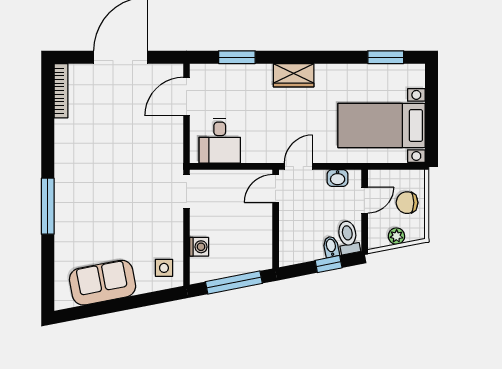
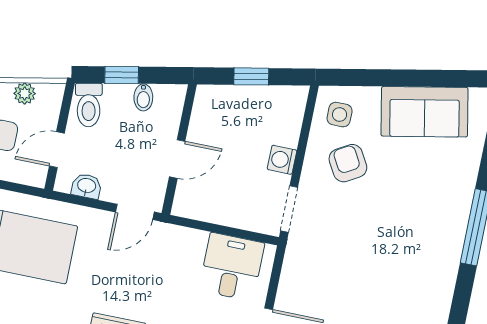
door: (276, 189) -> (177, 159), moved
armchair: (151, 234) -> (348, 163), added
washing machine: (199, 247) -> (282, 160), moved
bidet: (331, 247) -> (143, 97), moved
window: (234, 282) -> (251, 76), width x0.46

